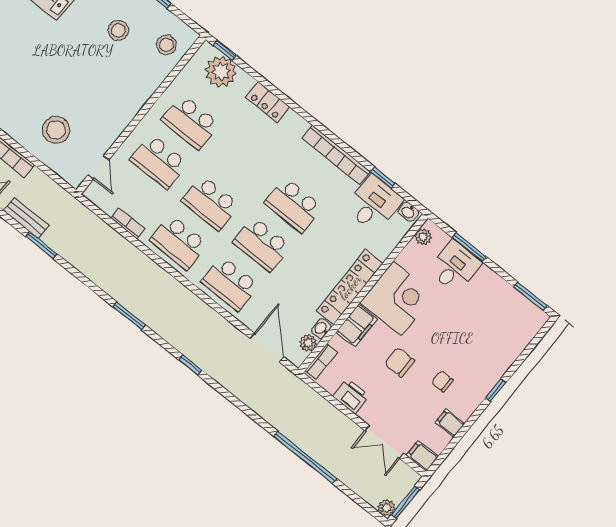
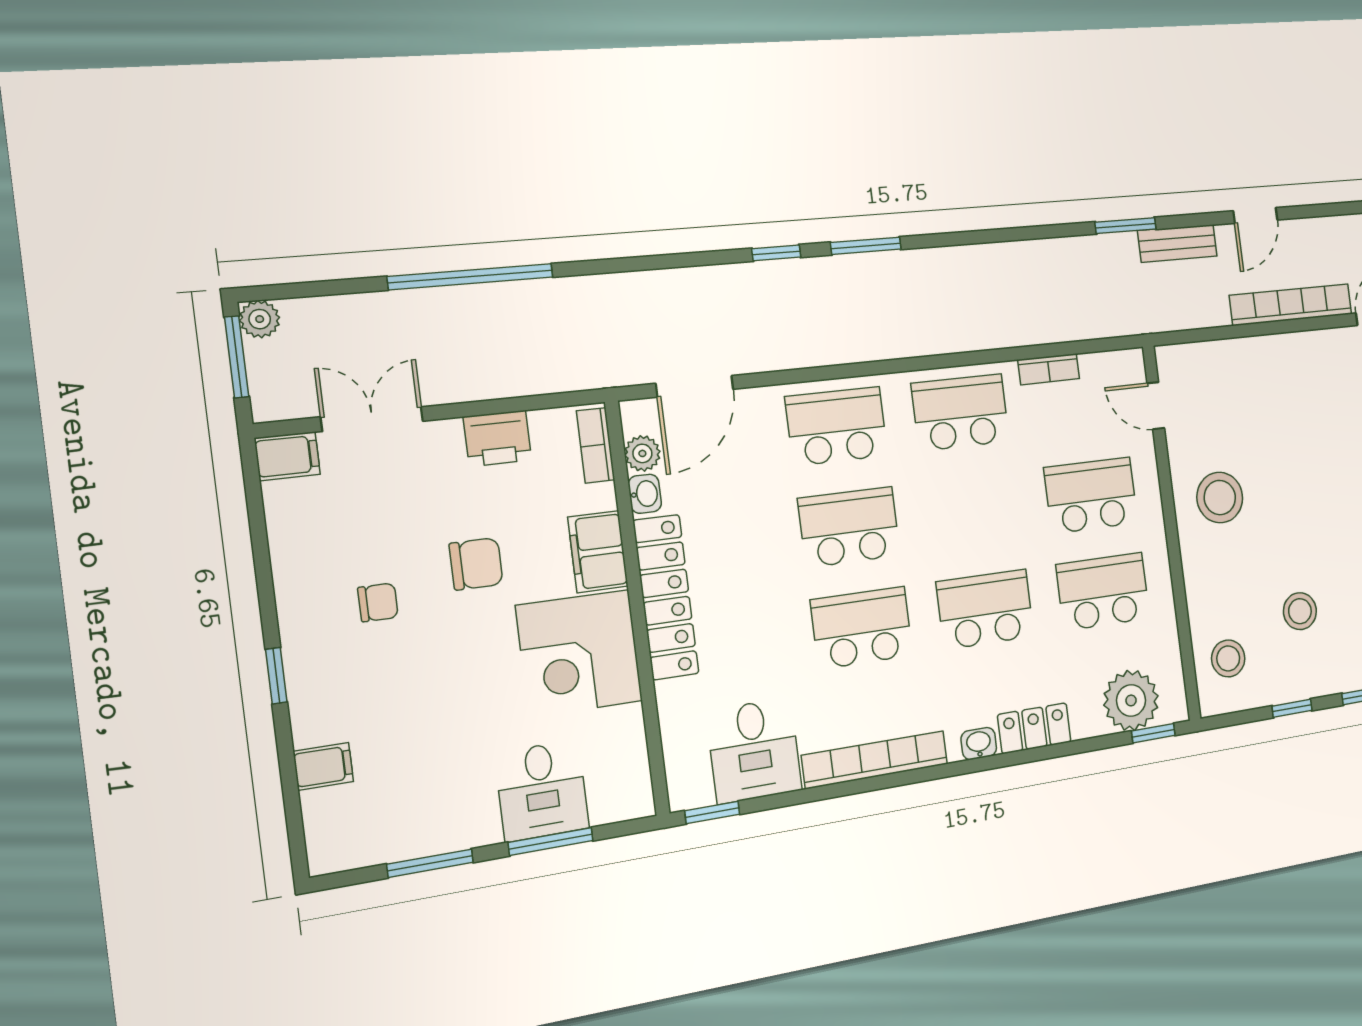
stool: (56, 130) -> (1220, 498), moved
window: (383, 178) -> (712, 812), moved
school desk: (210, 203) -> (985, 609), moved
washbasin: (409, 212) -> (979, 744), moved
plant: (423, 237) -> (635, 781), removed
window: (530, 296) -> (430, 863), moved
window: (129, 316) -> (866, 246), moved
door: (267, 348) -> (695, 386), hinge flipped
filing cabinet: (450, 423) -> (323, 766), moved

